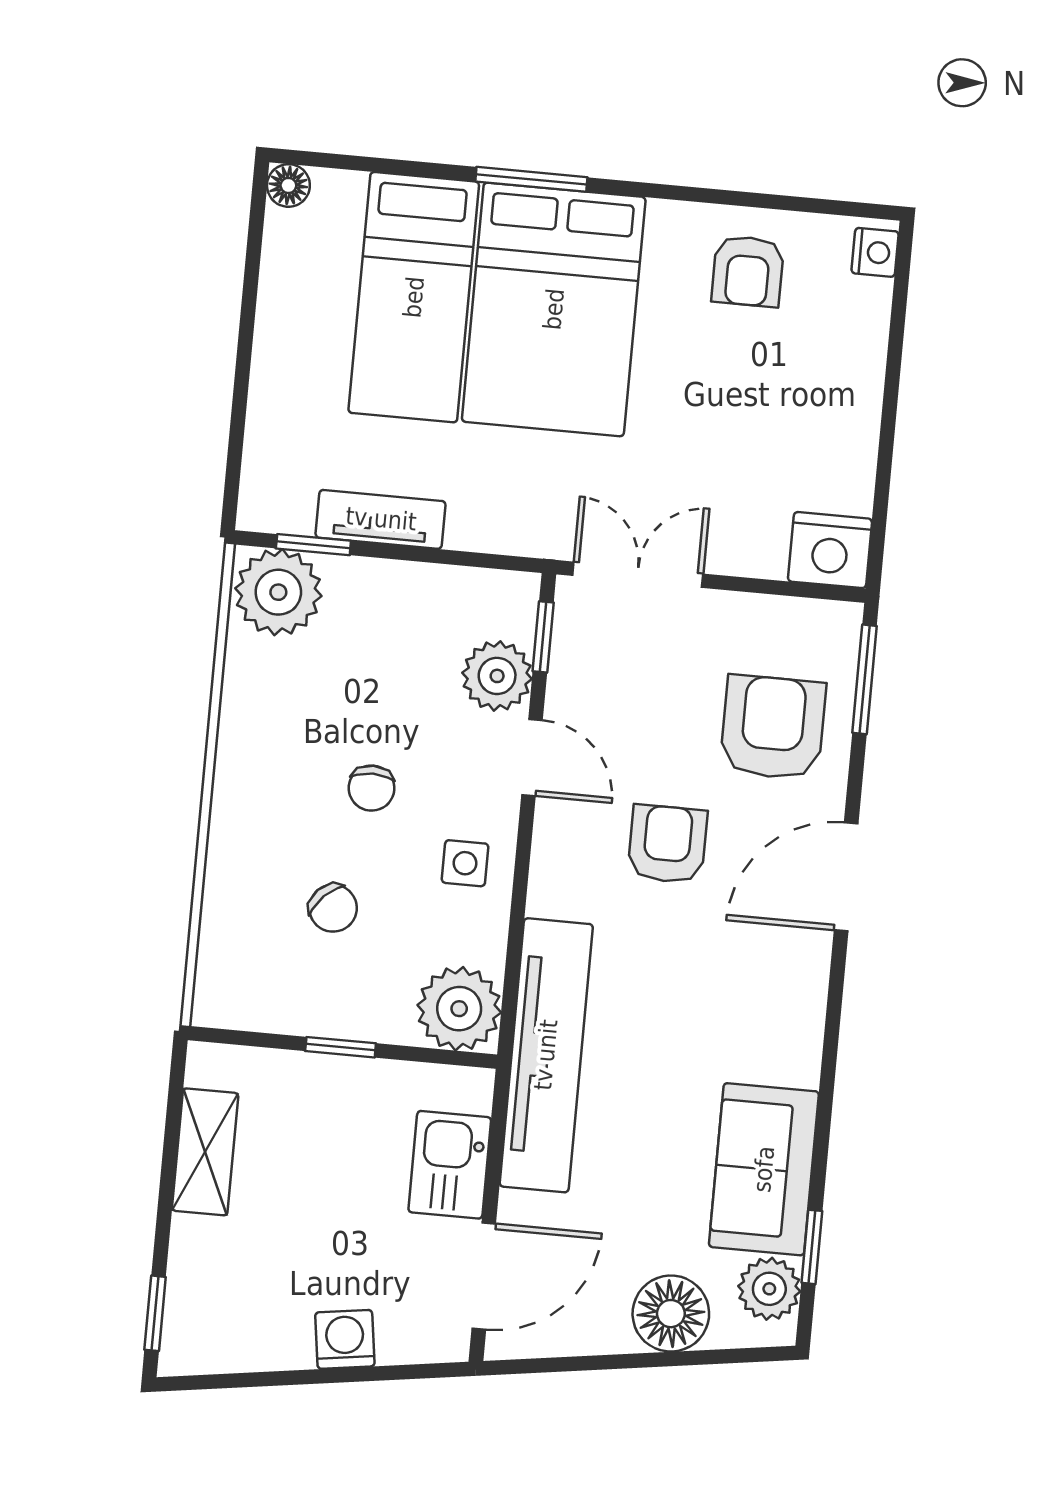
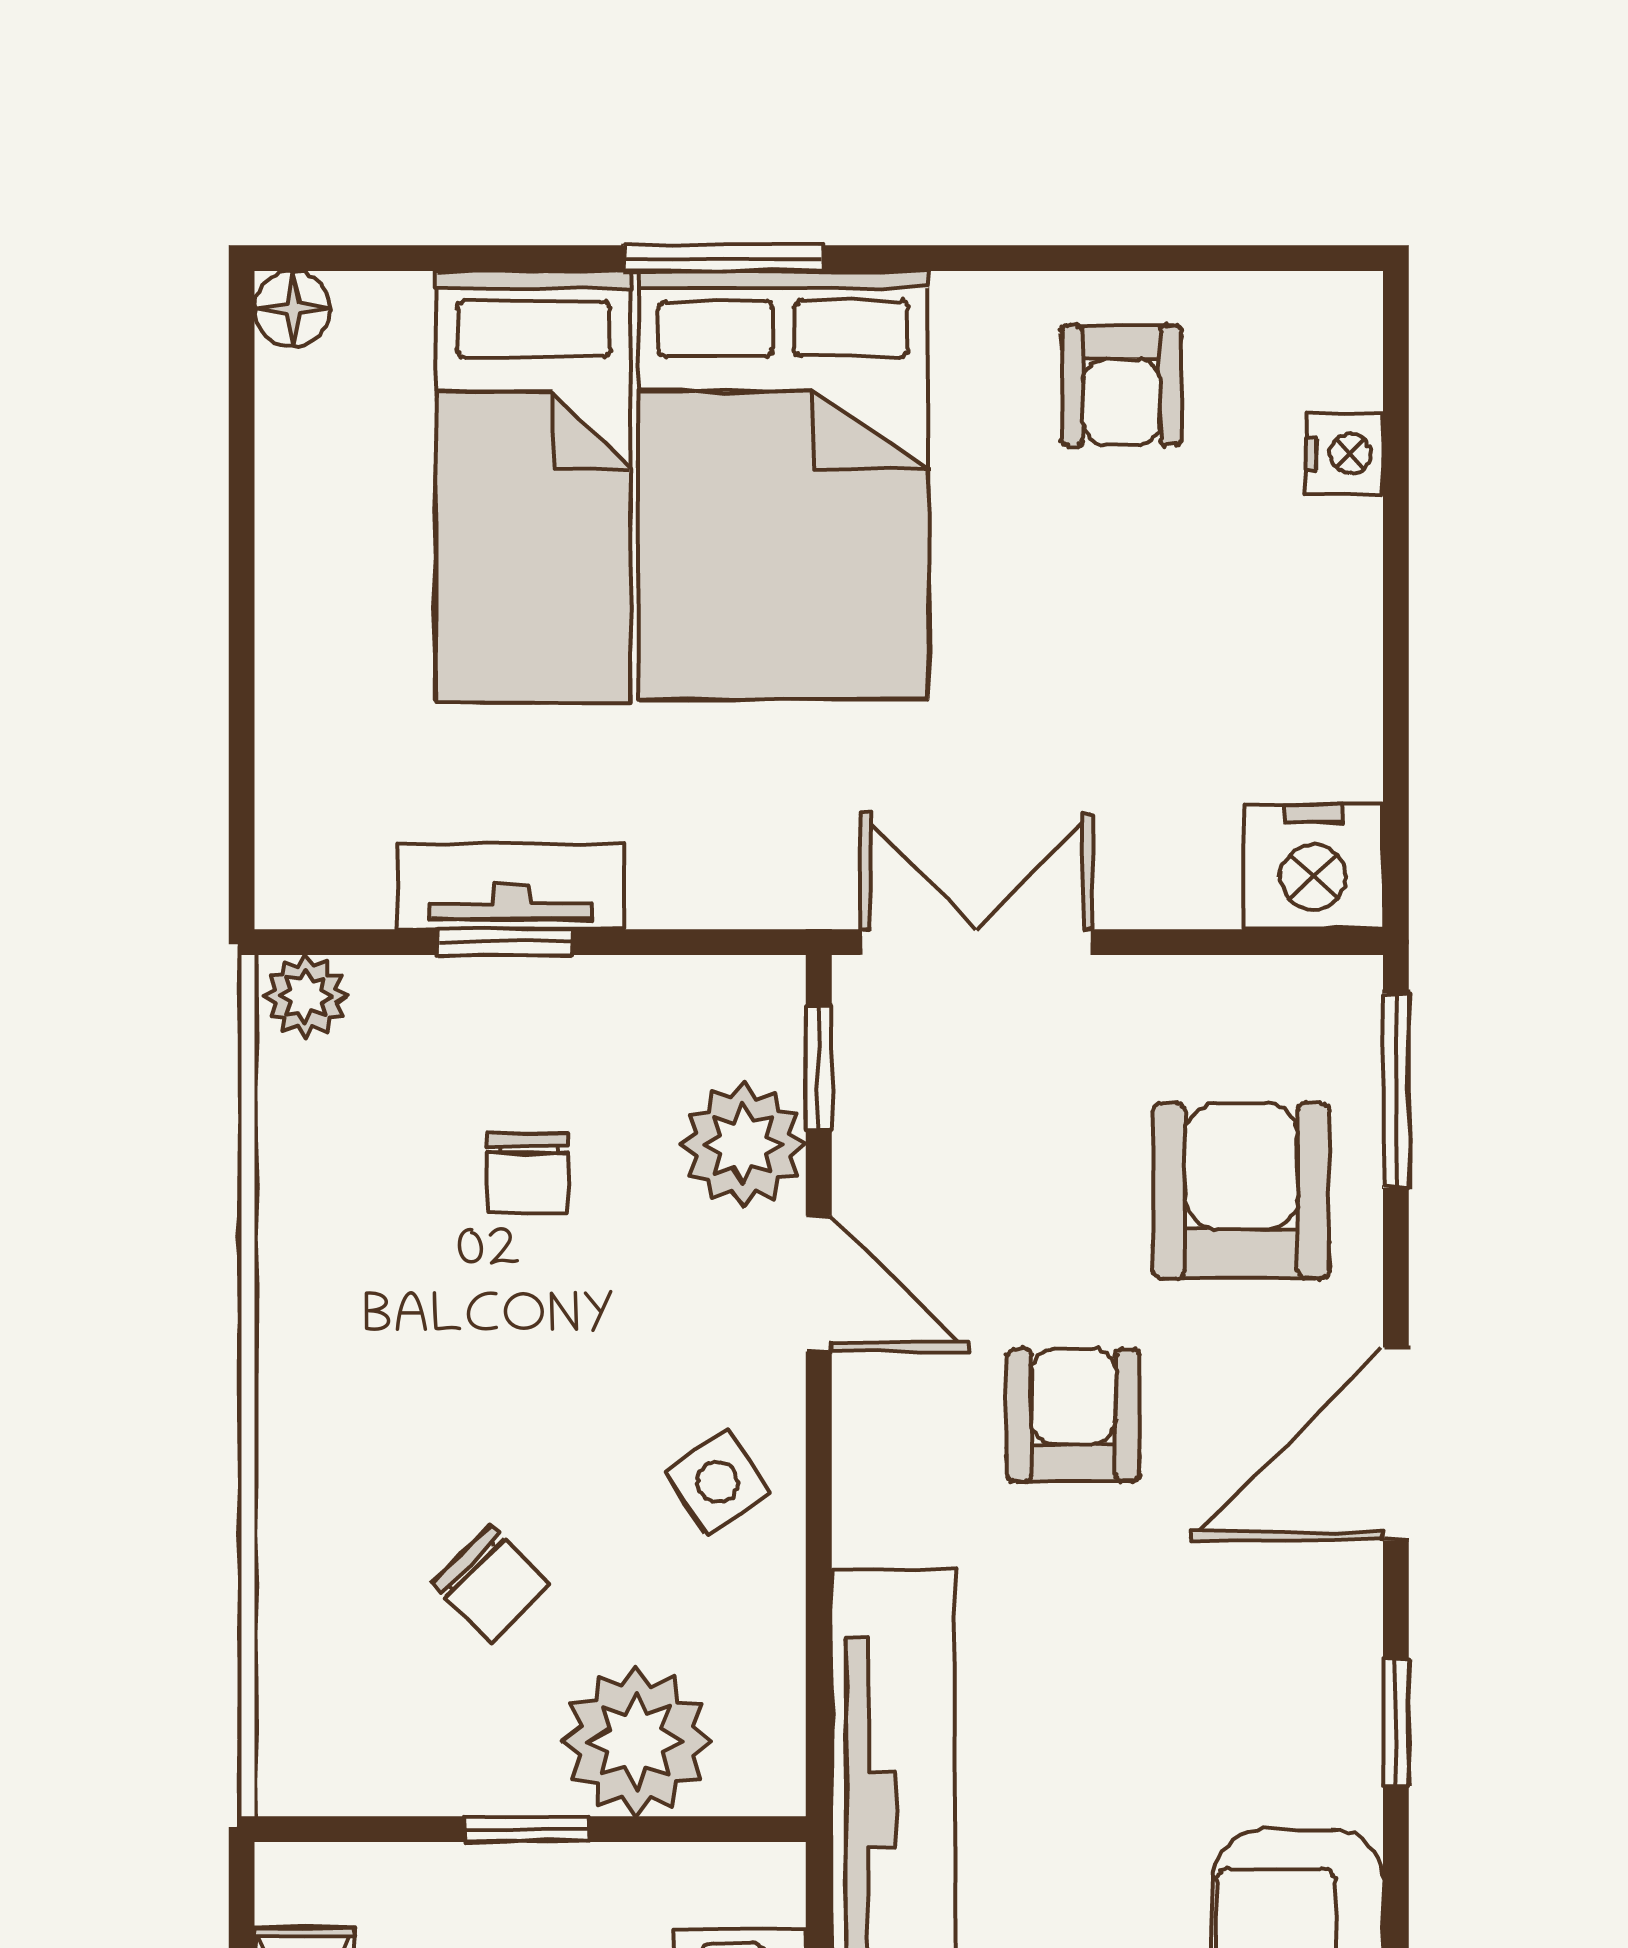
nightstand: (875, 252) -> (1344, 454), moved
window: (313, 545) -> (505, 942), moved
plant: (278, 592) -> (306, 996), width x0.53, depth x0.53
chair: (372, 788) -> (527, 1173), moved
side table: (465, 863) -> (718, 1482), turned -34
plant: (459, 1009) -> (636, 1741), moved
window: (832, 1033) -> (1396, 1723), added

